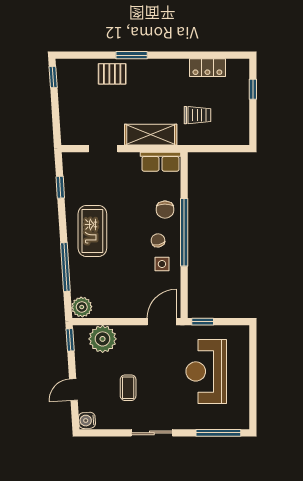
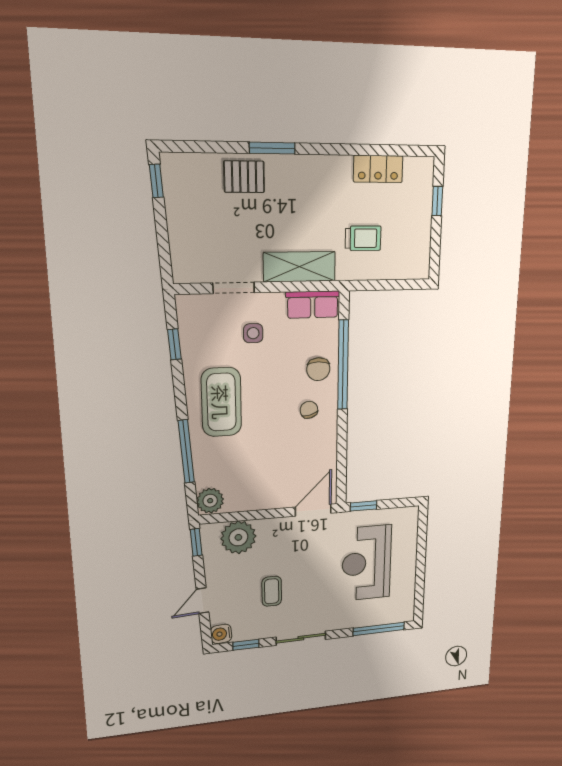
window: (184, 232) -> (343, 365), moved
side table: (162, 264) -> (253, 333), moved
window: (107, 433) -> (246, 645), added

